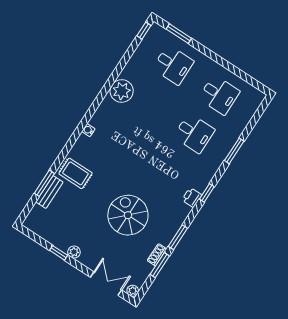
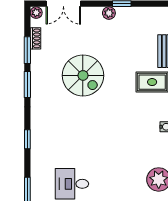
printer: (192, 197) -> (38, 127), removed
shoe rack: (157, 255) -> (35, 38), moved

